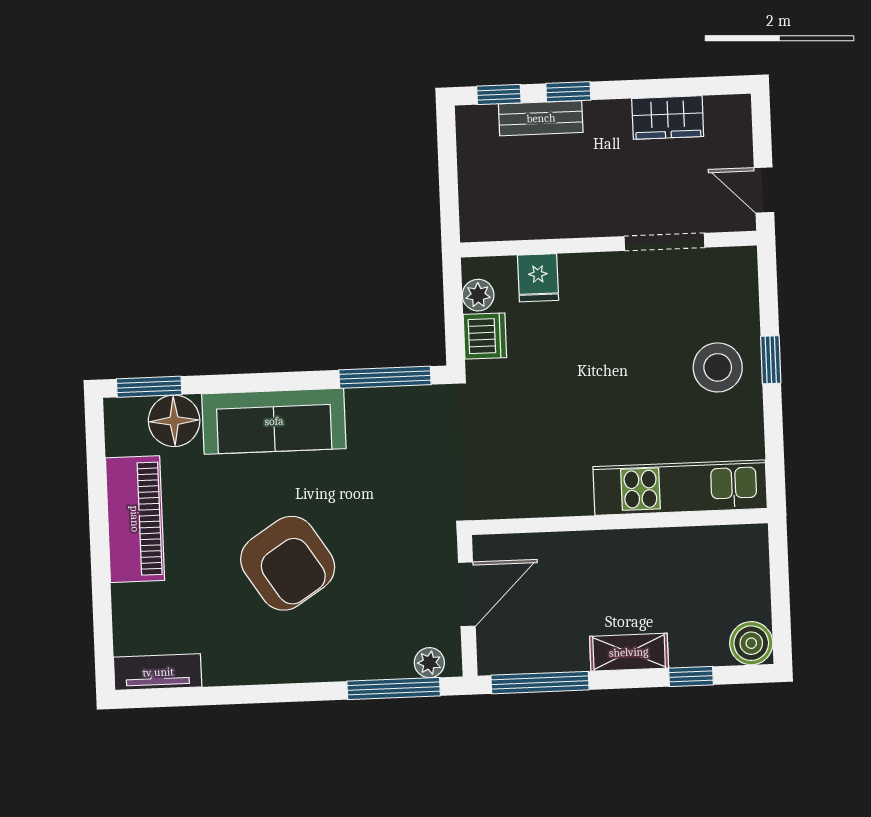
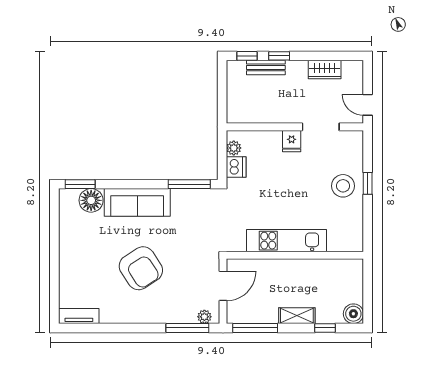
fridge: (538, 278) -> (292, 141), moved
kitchen unit: (680, 488) -> (287, 241), moved
piano: (135, 519) -> (71, 245), removed

